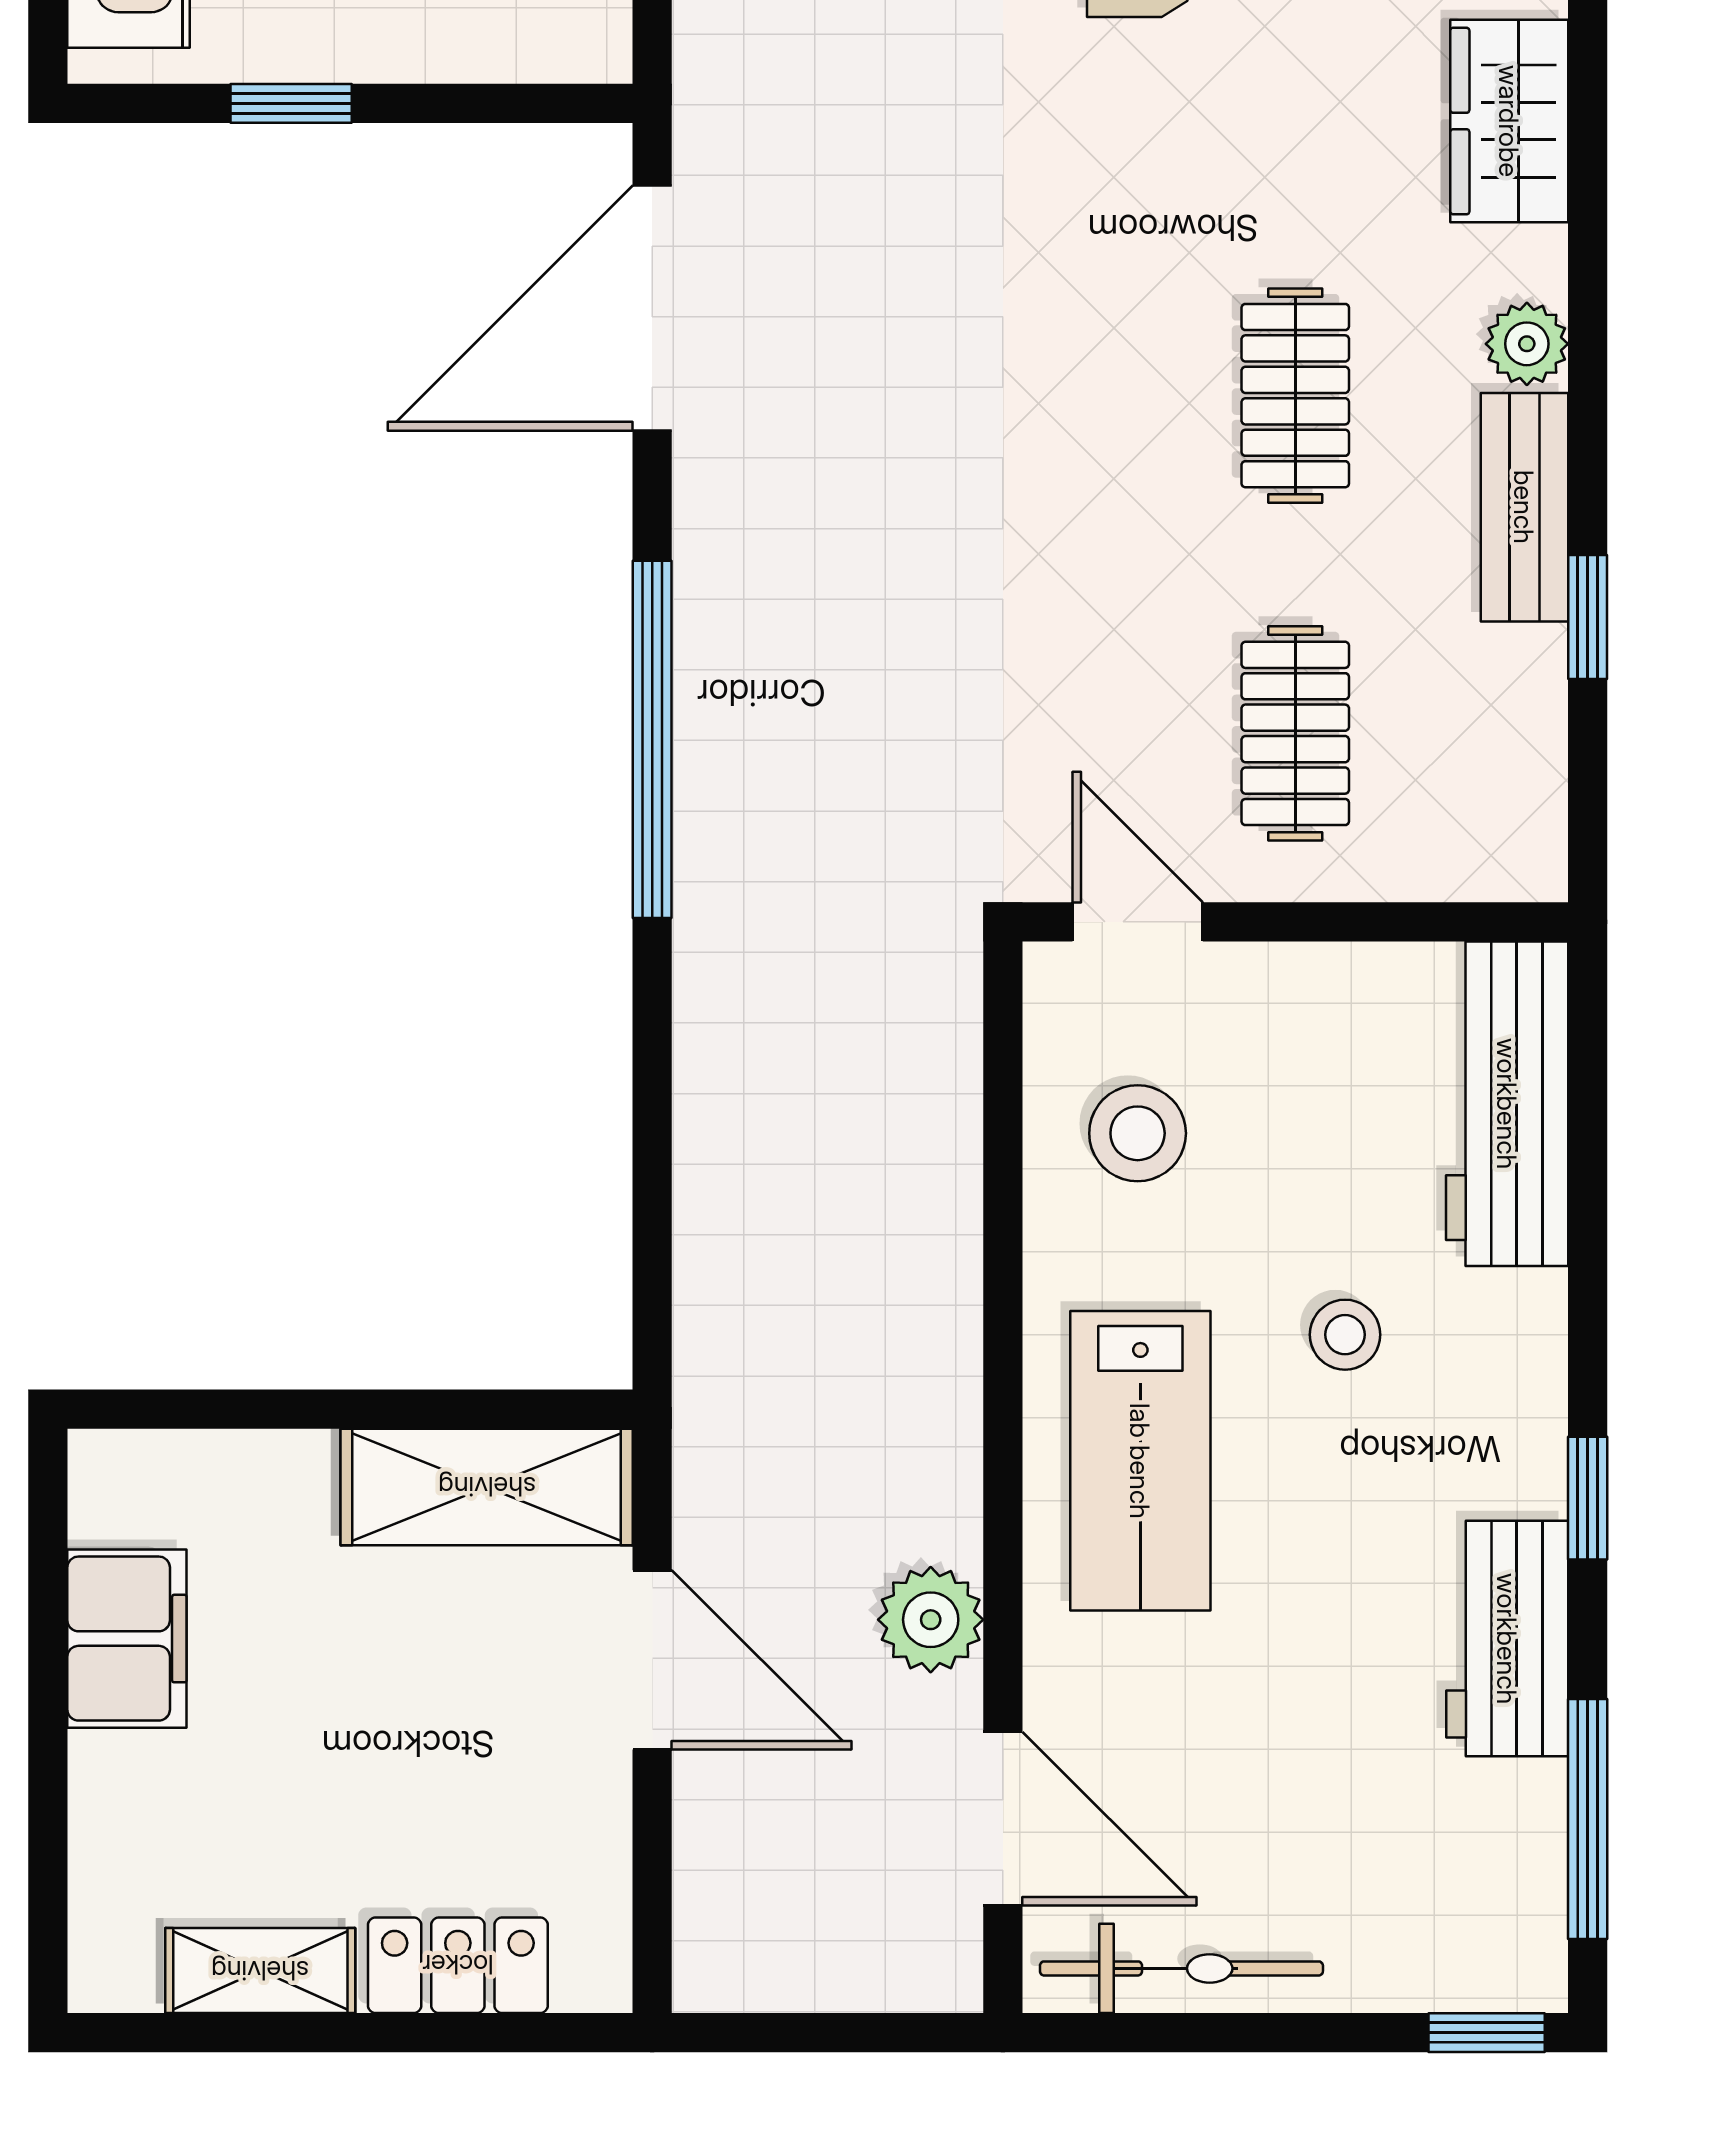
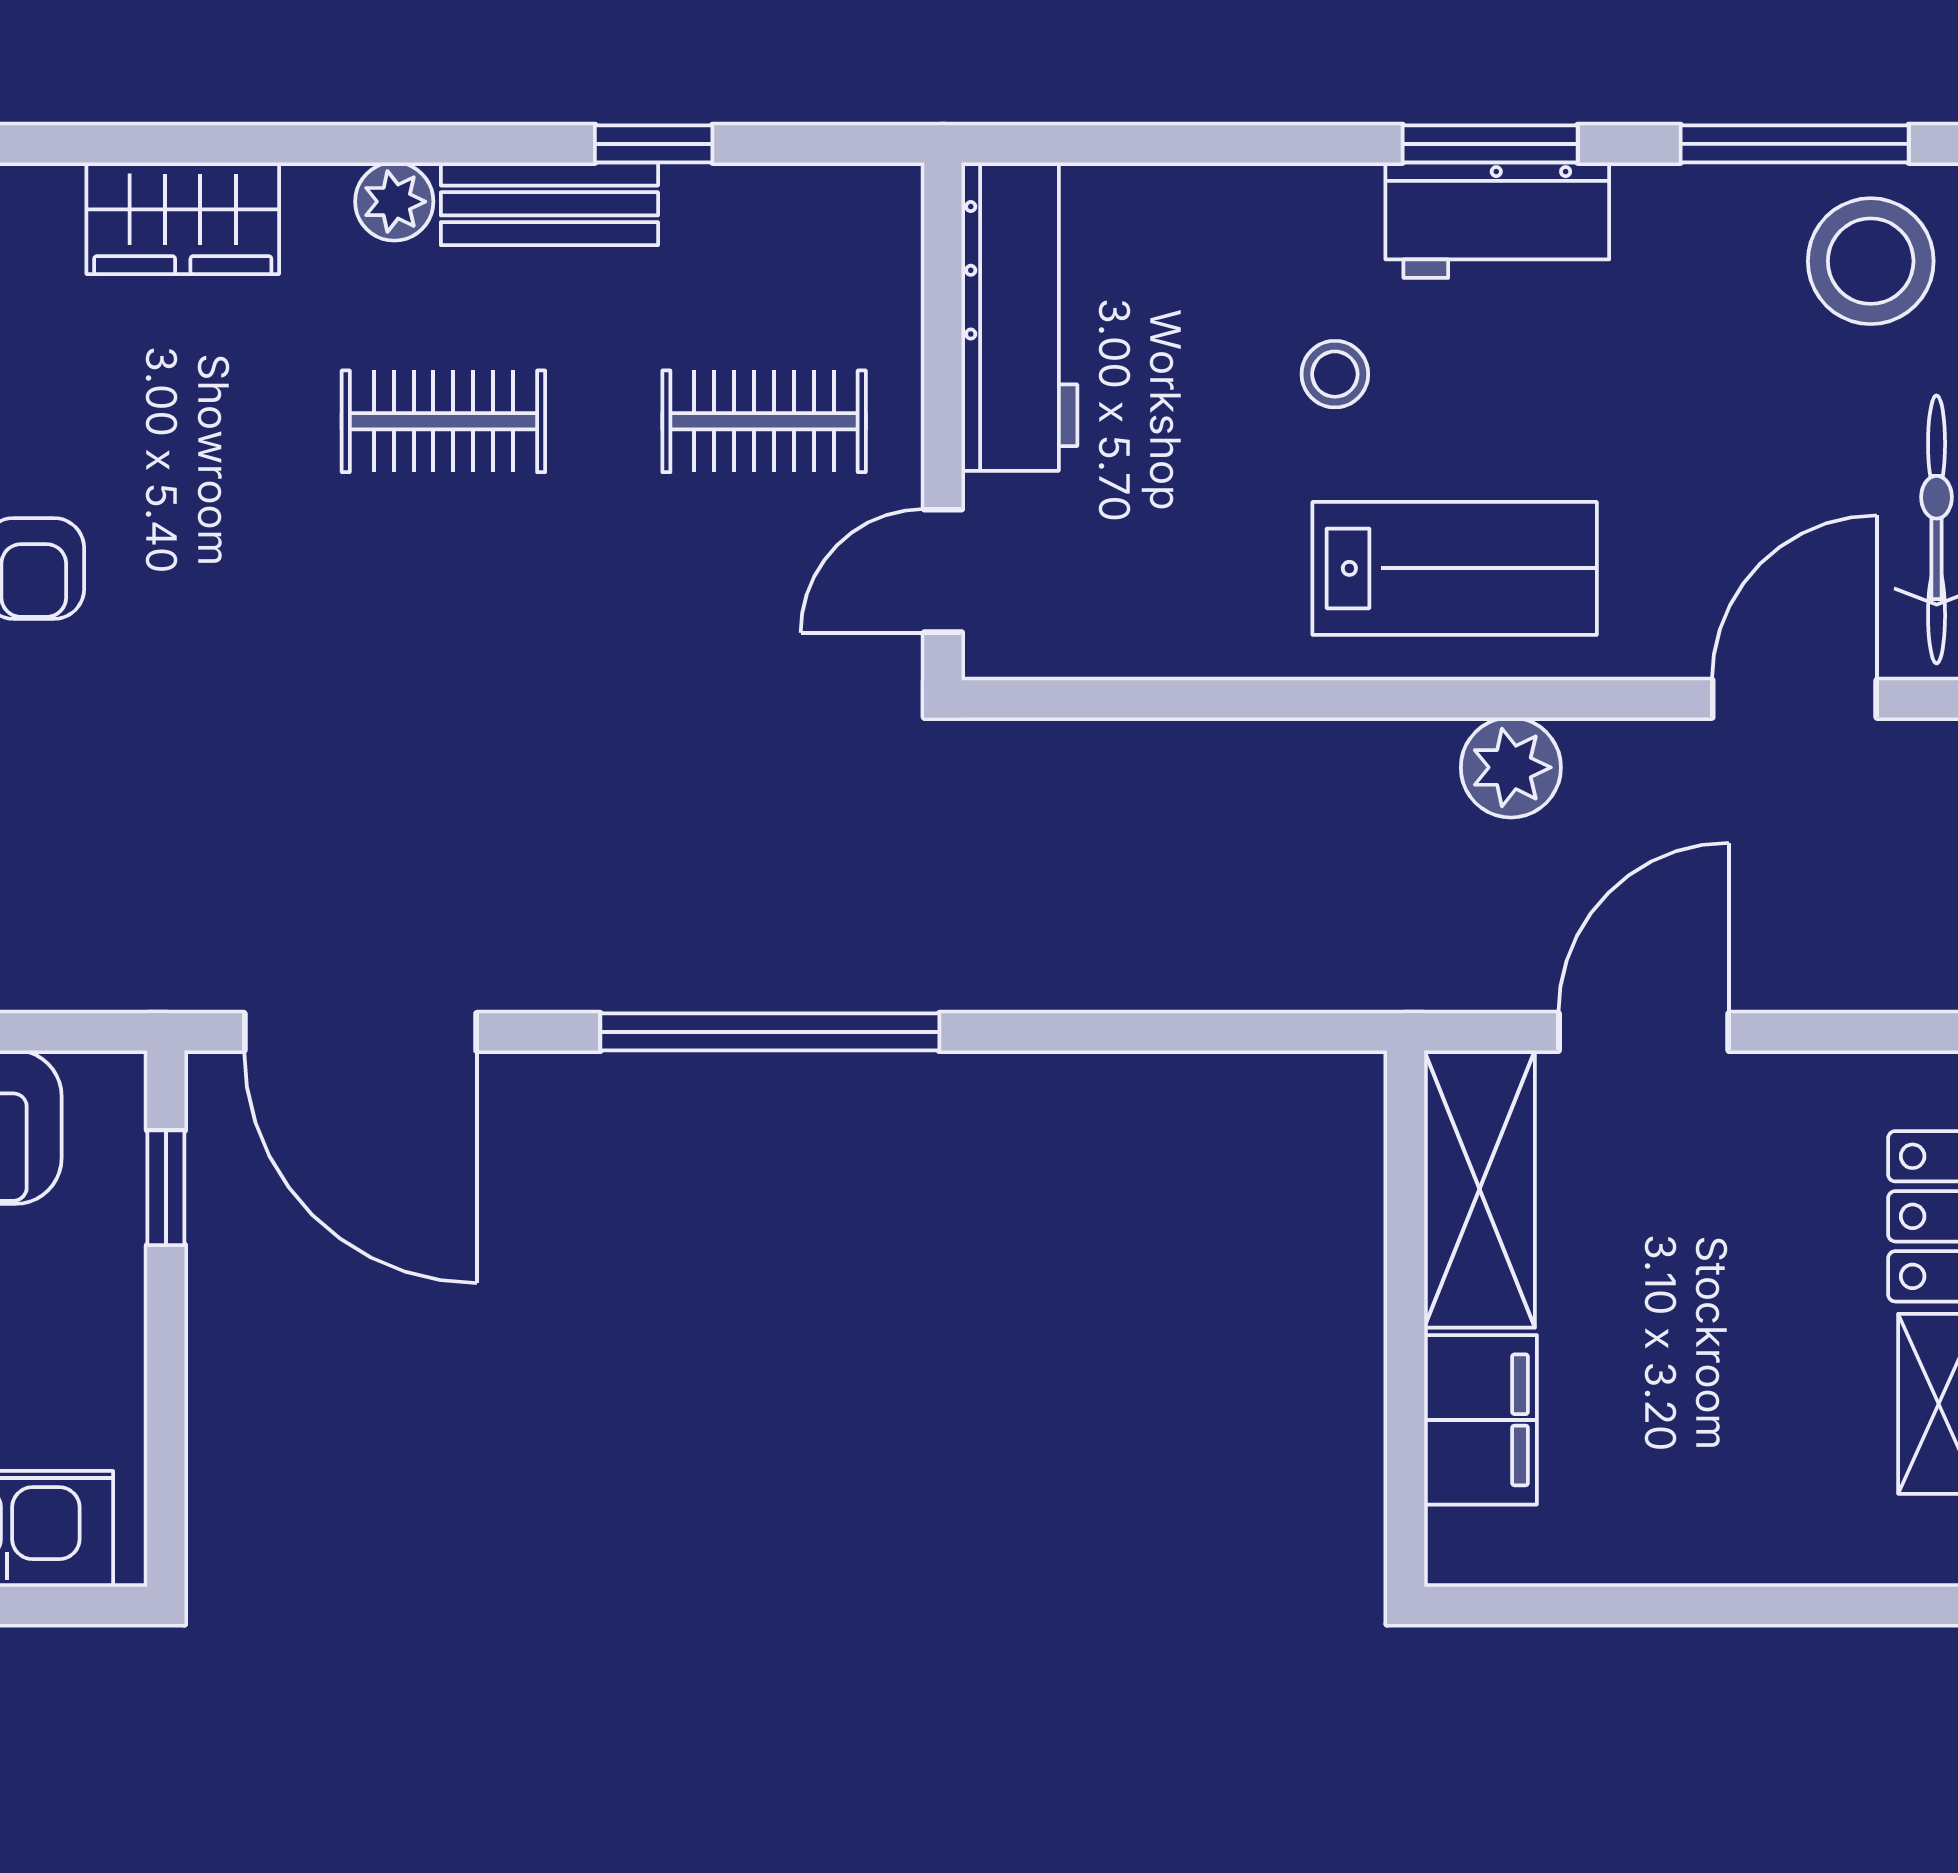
window: (291, 103) -> (166, 1188), moved
workbench: (1507, 1104) -> (1019, 317), moved, turned -90
stool: (1138, 1133) -> (1871, 261), moved, width x1.38, depth x1.38
window: (1588, 1498) -> (1490, 144), width x1.50
plant: (931, 1620) -> (1511, 767), moved
filing cabinet: (127, 1639) -> (1480, 1420), moved, turned 90
workbench: (1507, 1639) -> (1497, 220), moved

